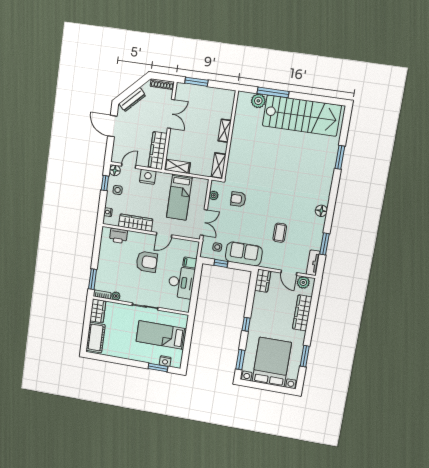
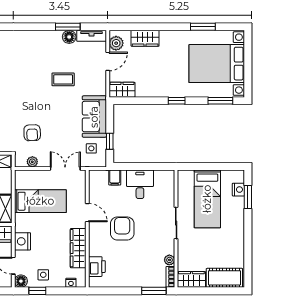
floor lamp: (321, 211) -> (69, 37), moved
desk: (181, 282) -> (140, 184), width x0.73
wardrobe: (302, 313) -> (145, 38), width x0.67

